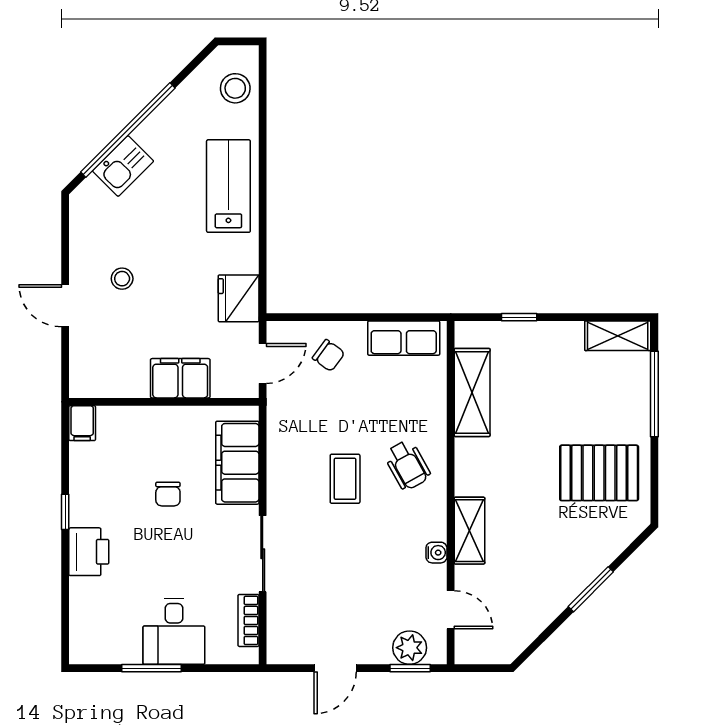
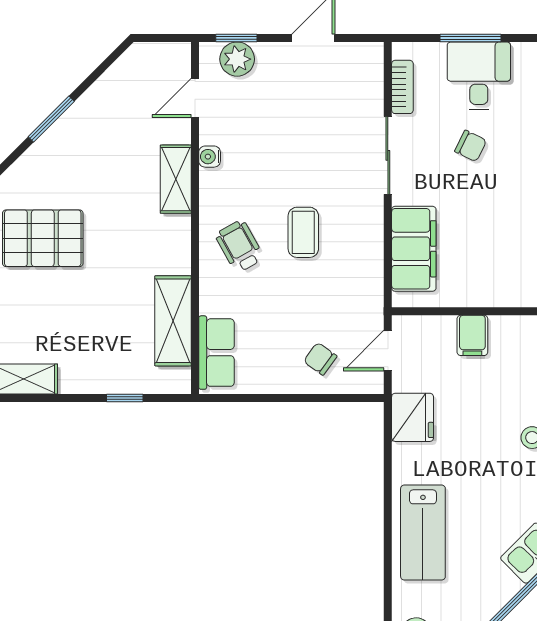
row of seats: (404, 338) -> (216, 353), moved, turned 90
filing cabinet: (180, 378) -> (472, 335), width x0.50
chair: (168, 494) -> (471, 146), moved, turned 116
door: (451, 610) -> (195, 98), hinge flipped
window: (152, 668) -> (470, 38), moved

